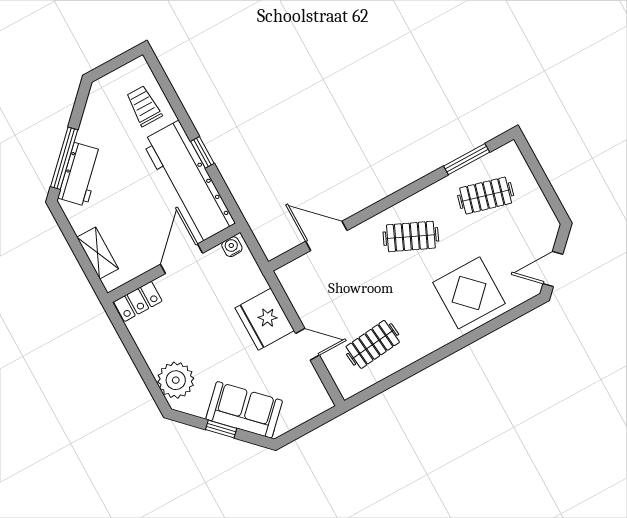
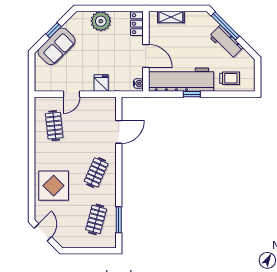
workbench: (80, 174) -> (226, 42), moved
fridge: (265, 319) -> (101, 83), width x0.53, depth x0.75
plant: (176, 380) -> (101, 21), moved

